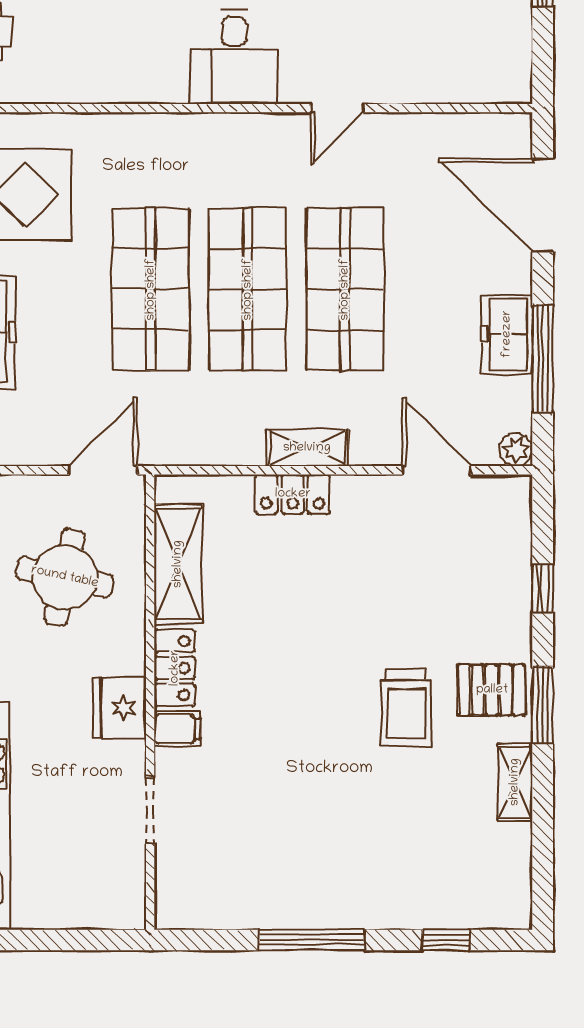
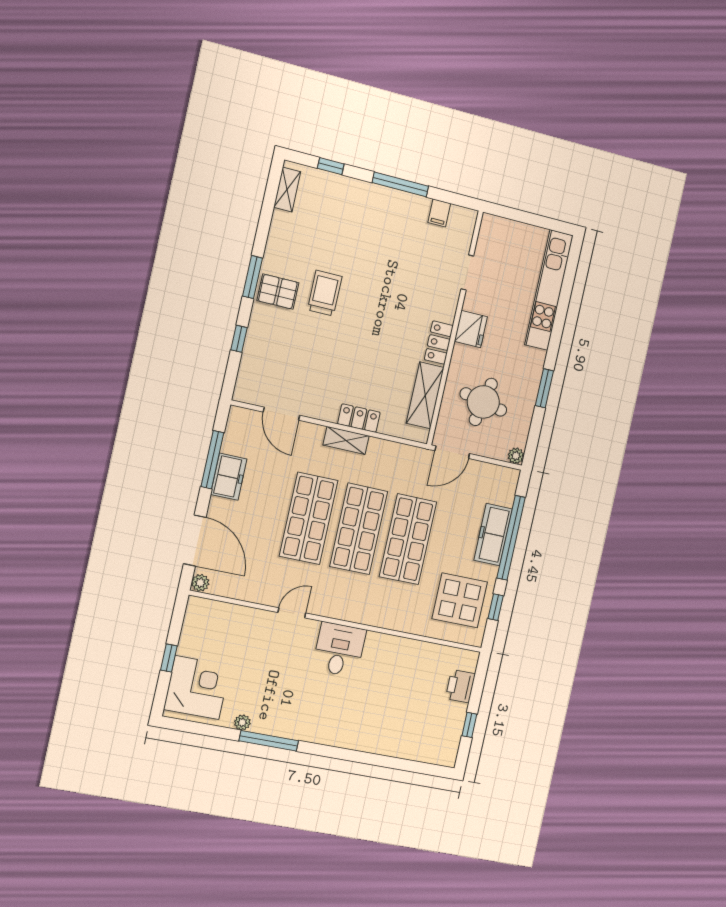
plant: (516, 450) -> (200, 583), moved
filing cabinet: (177, 729) -> (439, 213), moved, turned -90
shelving: (515, 782) -> (287, 189), moved

